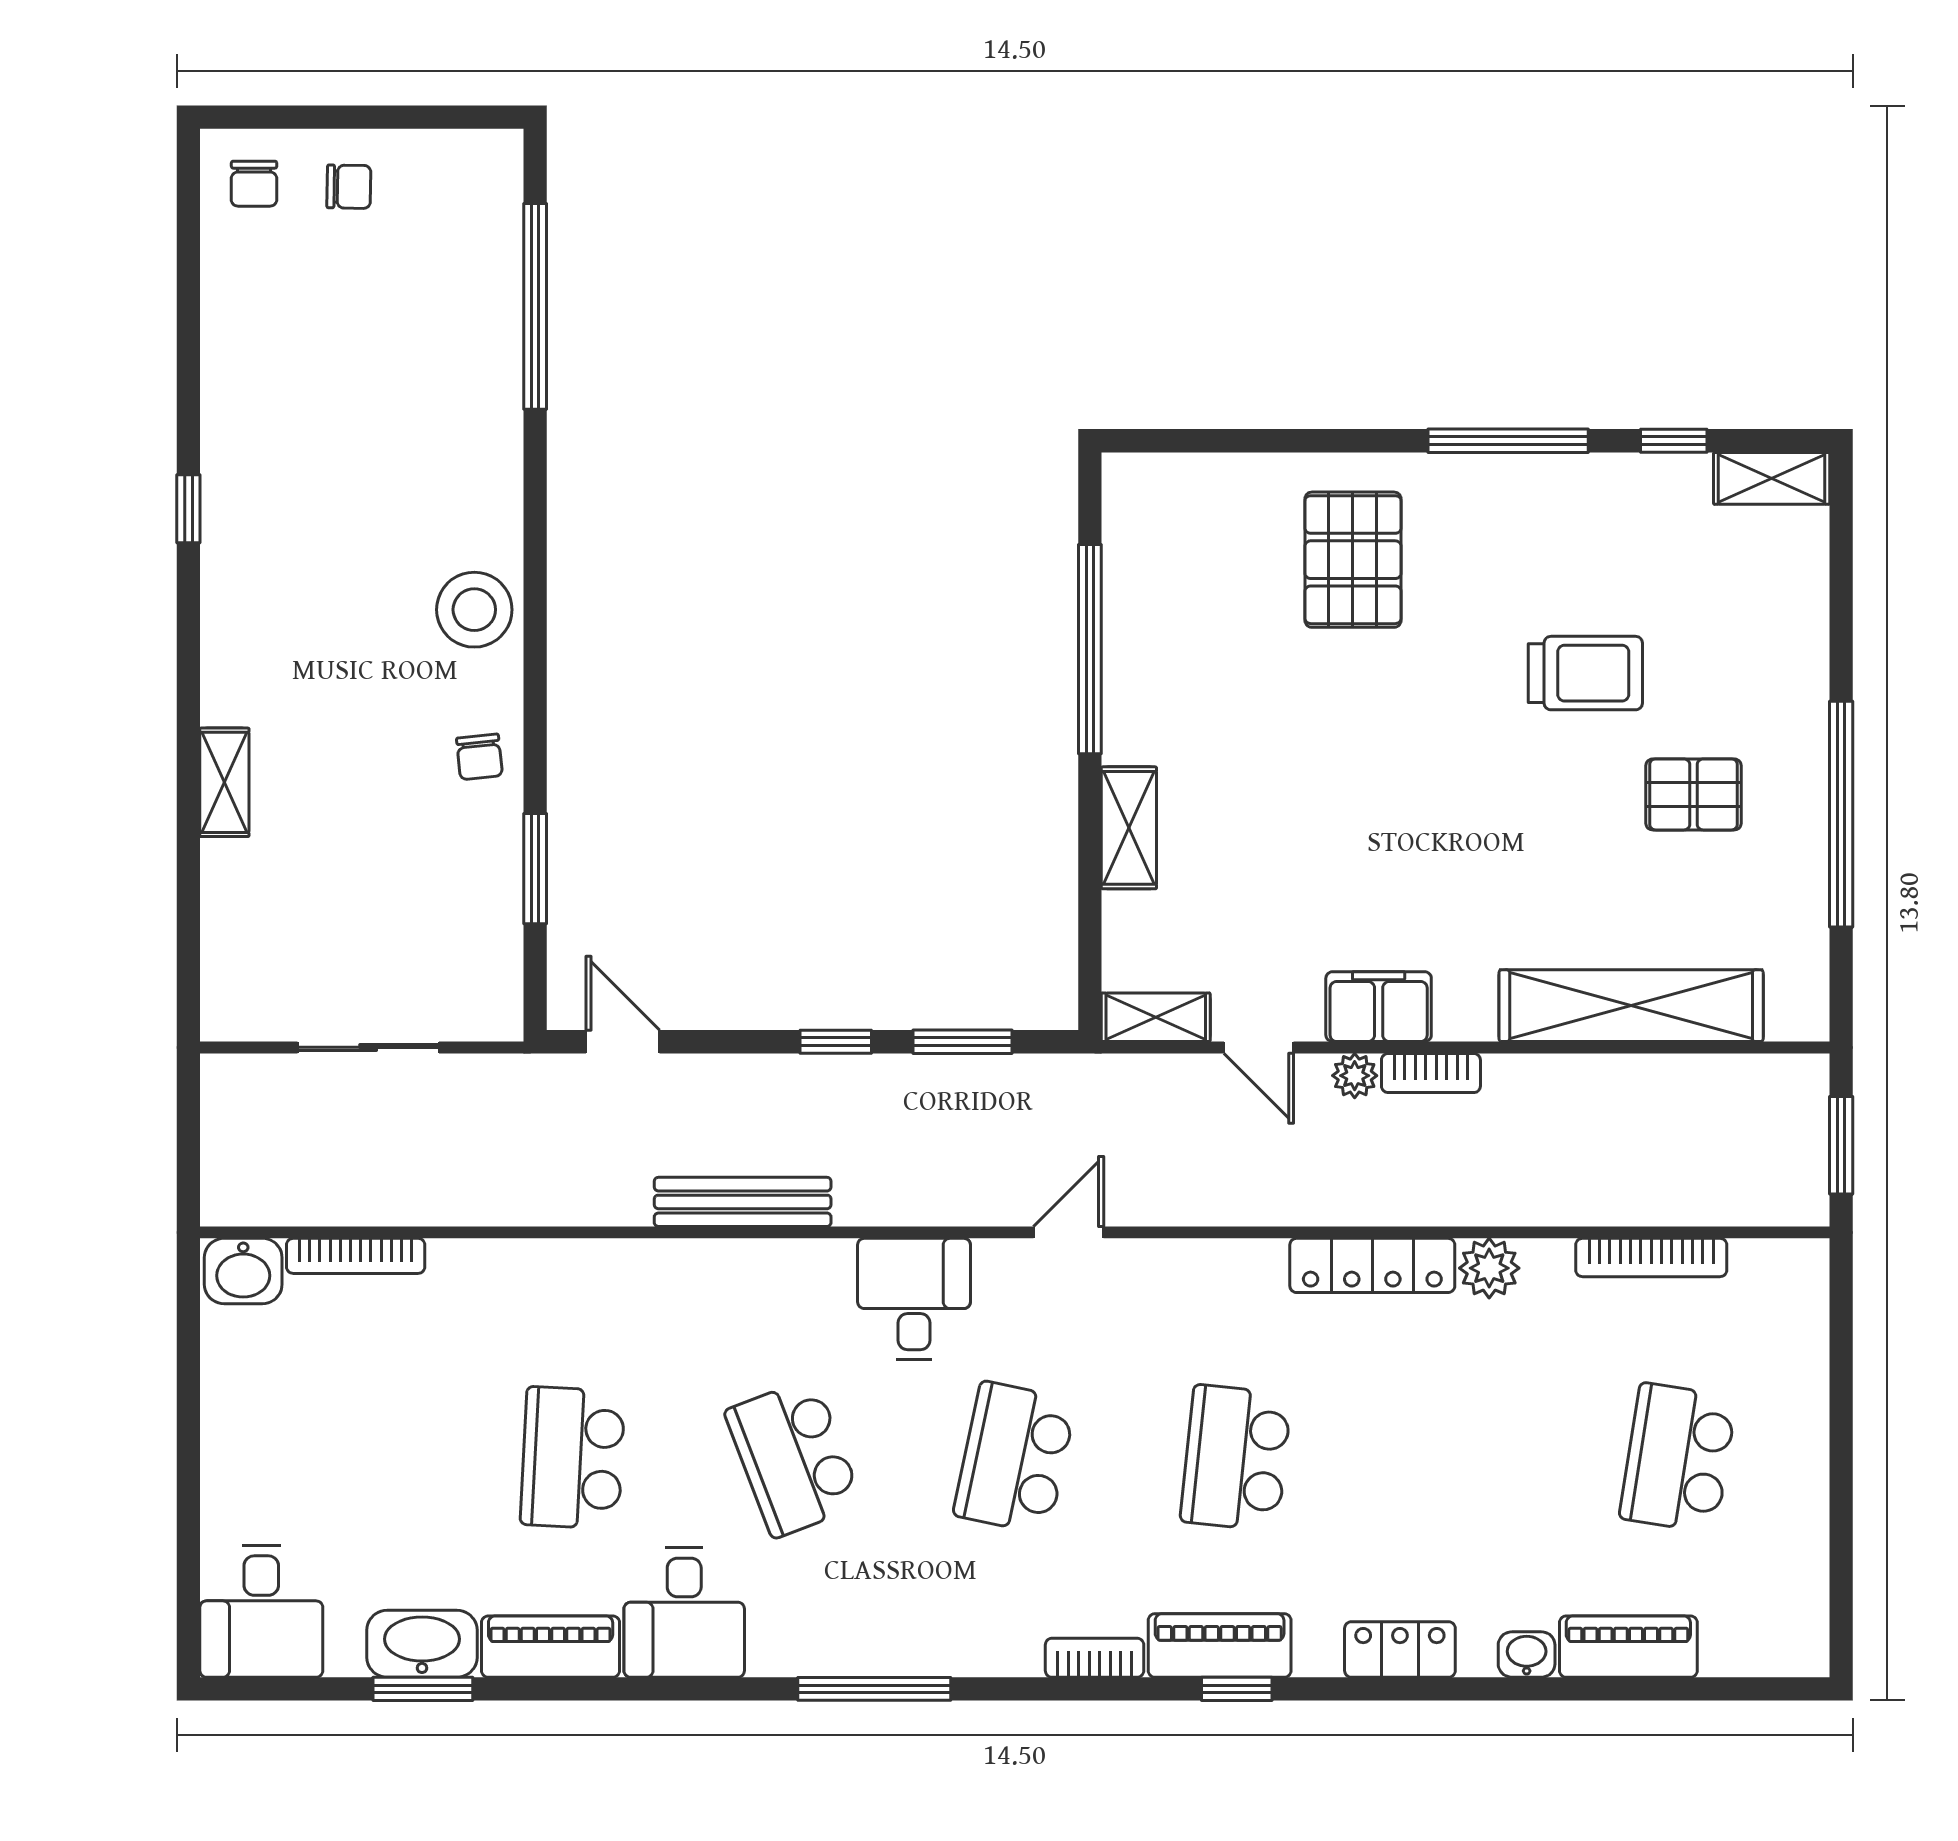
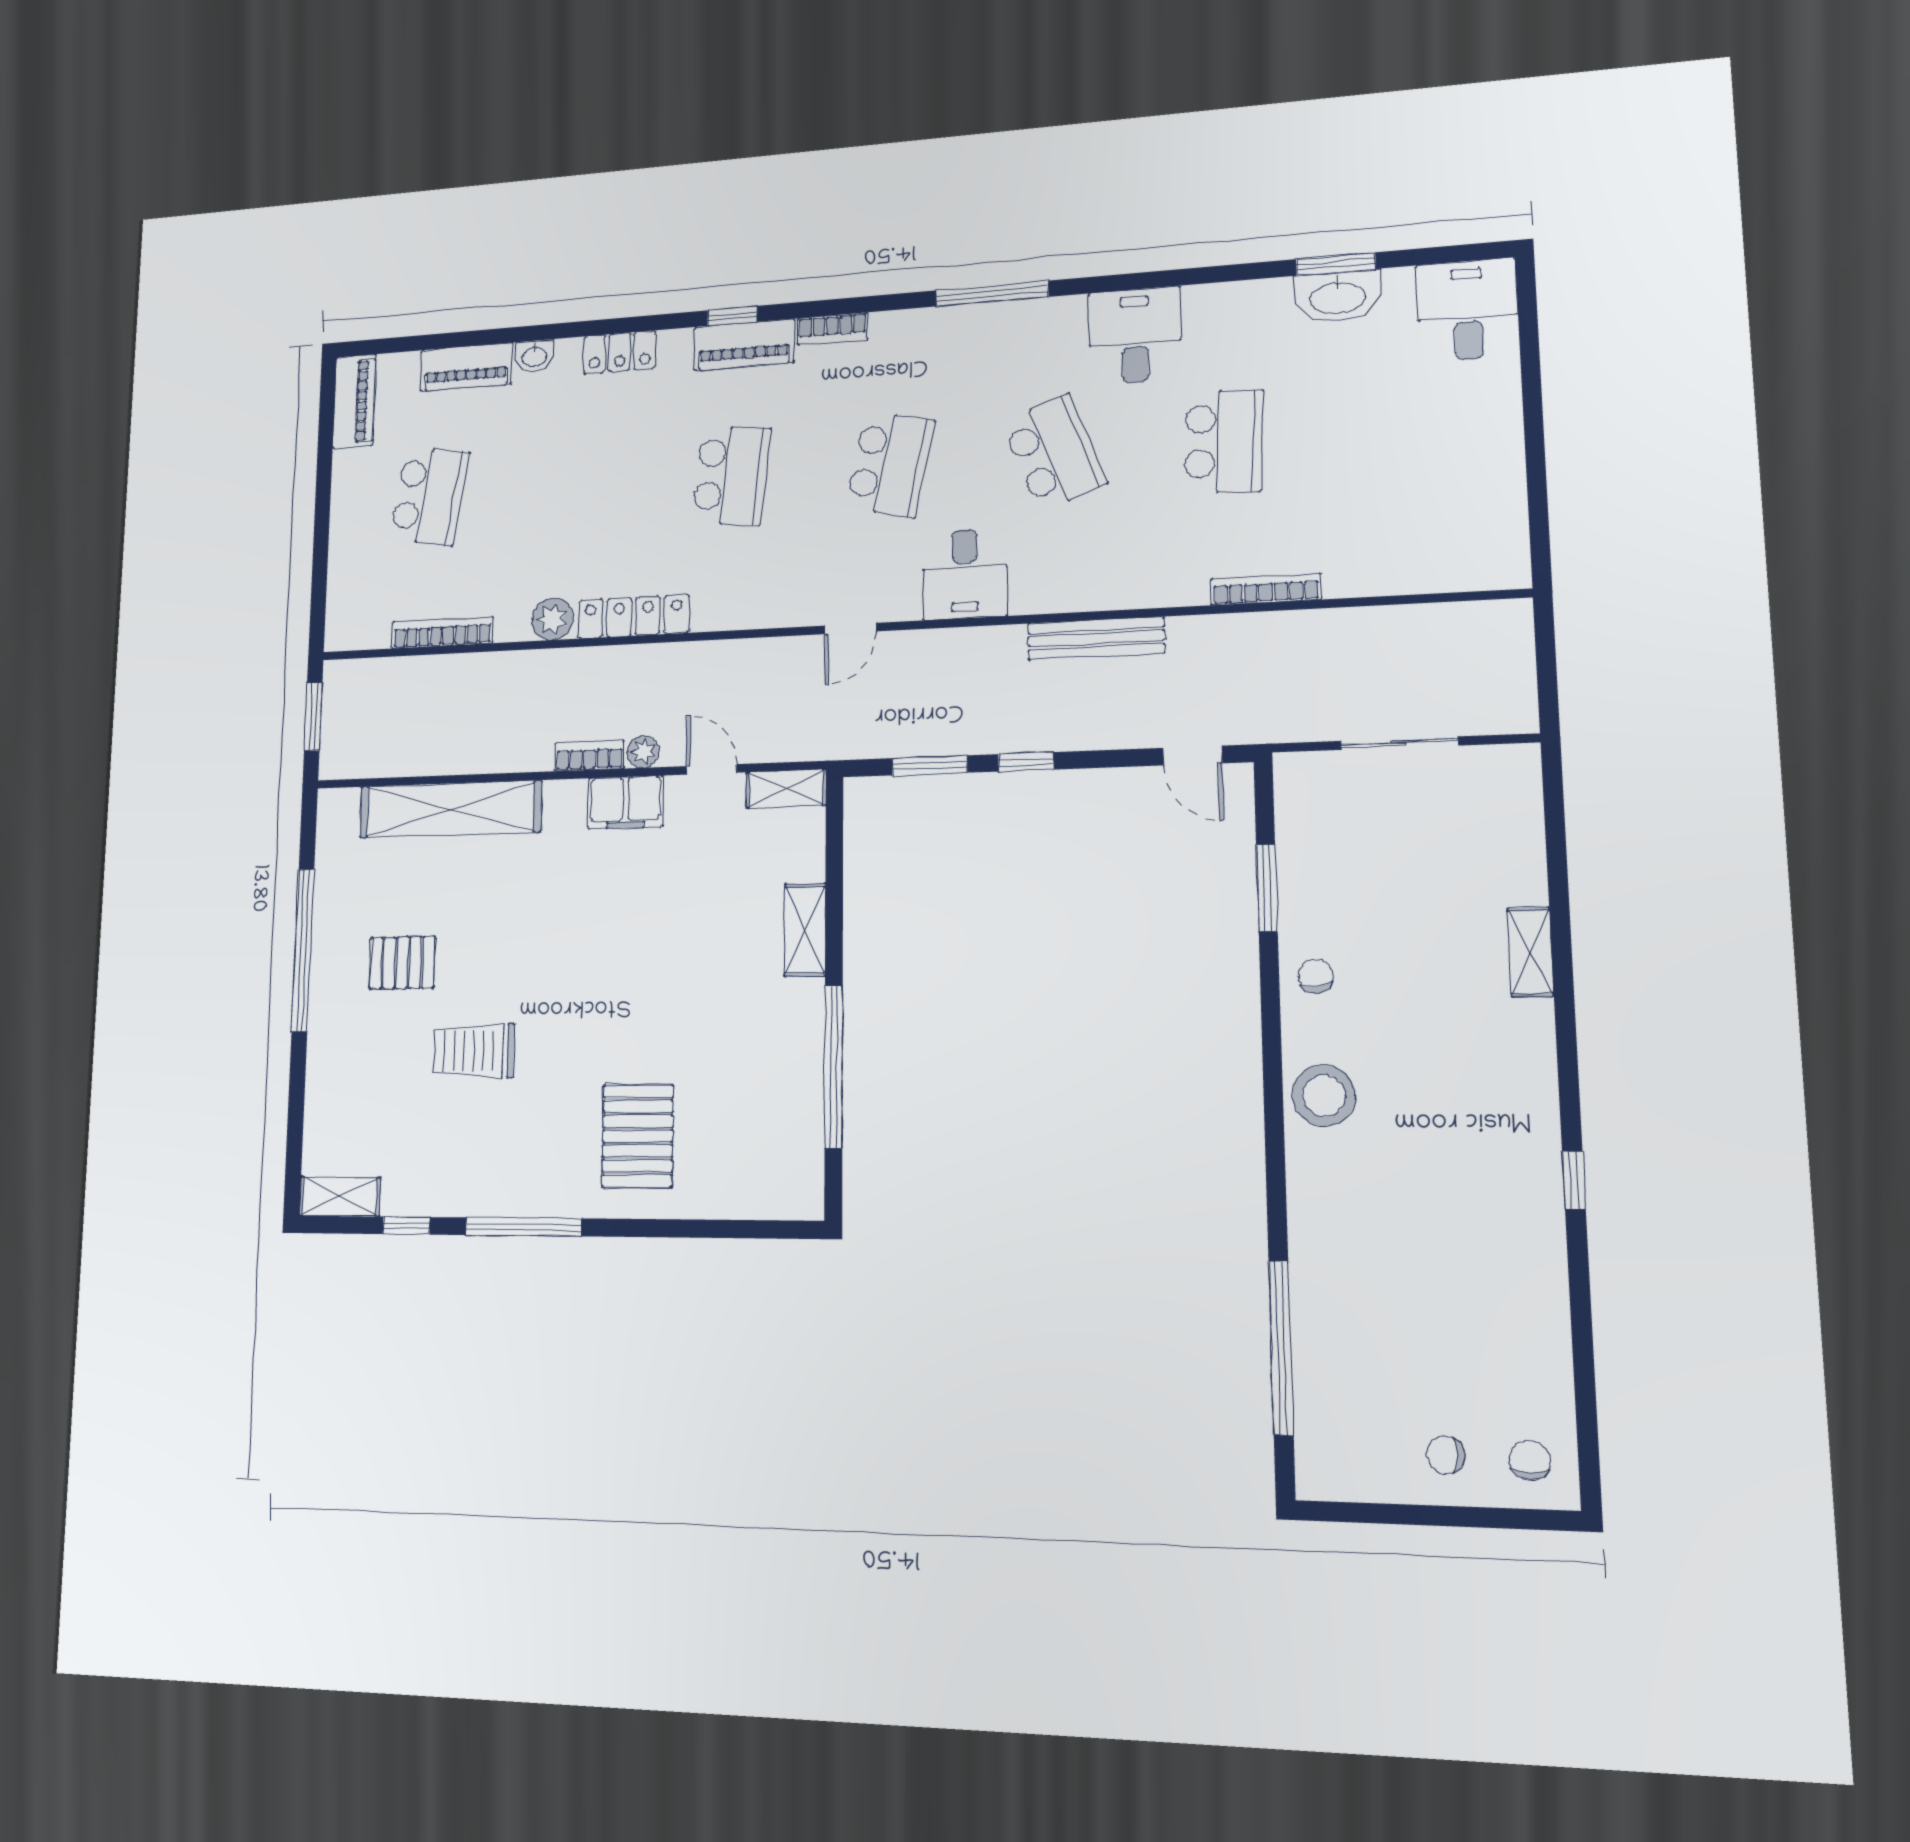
bookcase: (356, 1256) -> (1266, 589), moved
washbasin: (243, 1271) -> (1495, 565), removed
piano: (551, 1647) -> (354, 401), moved, turned -90

